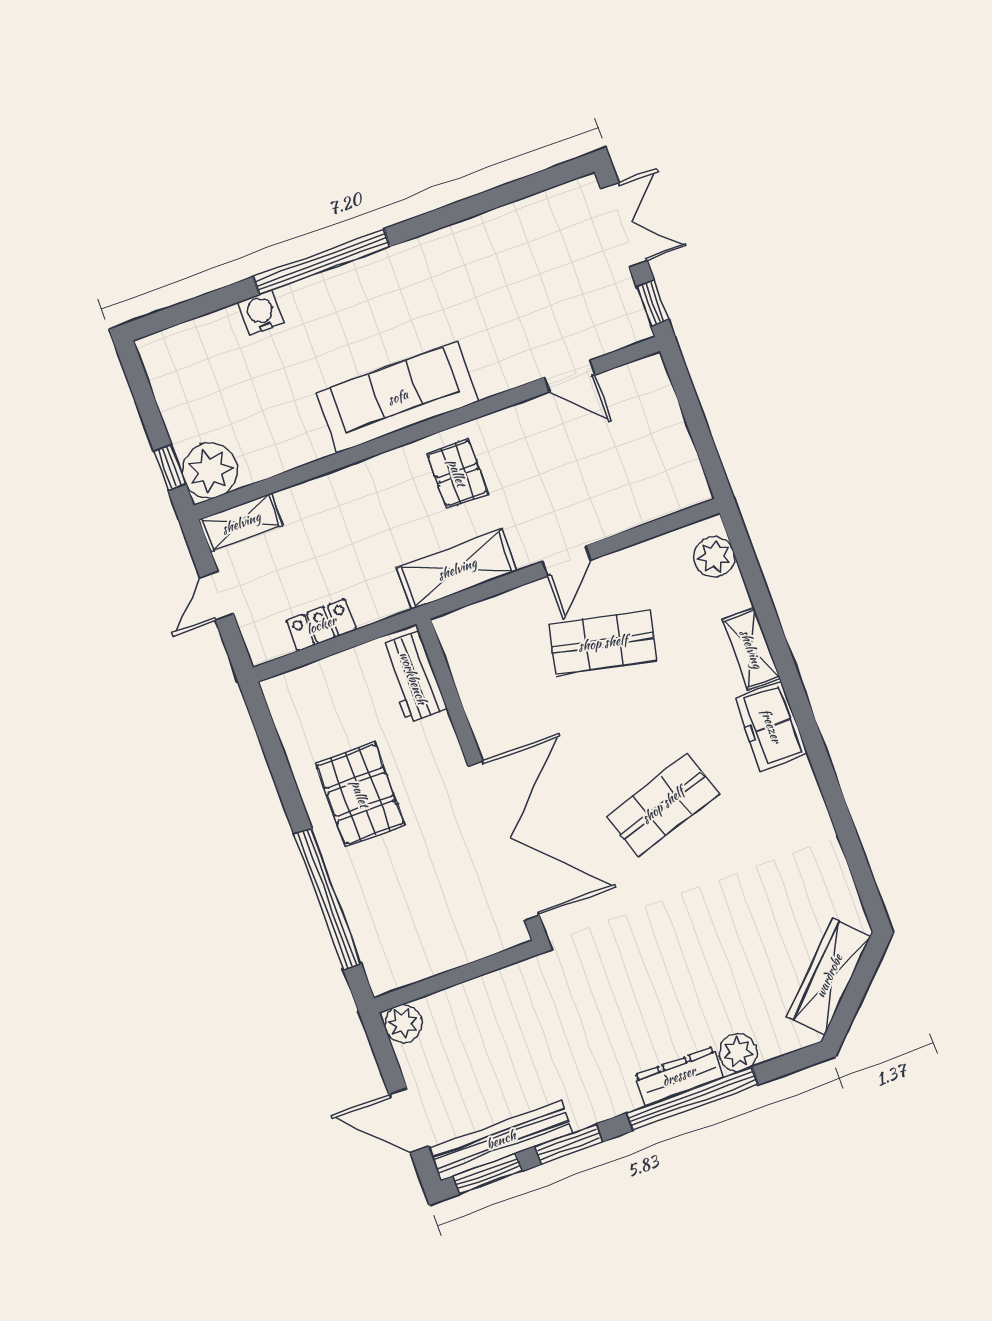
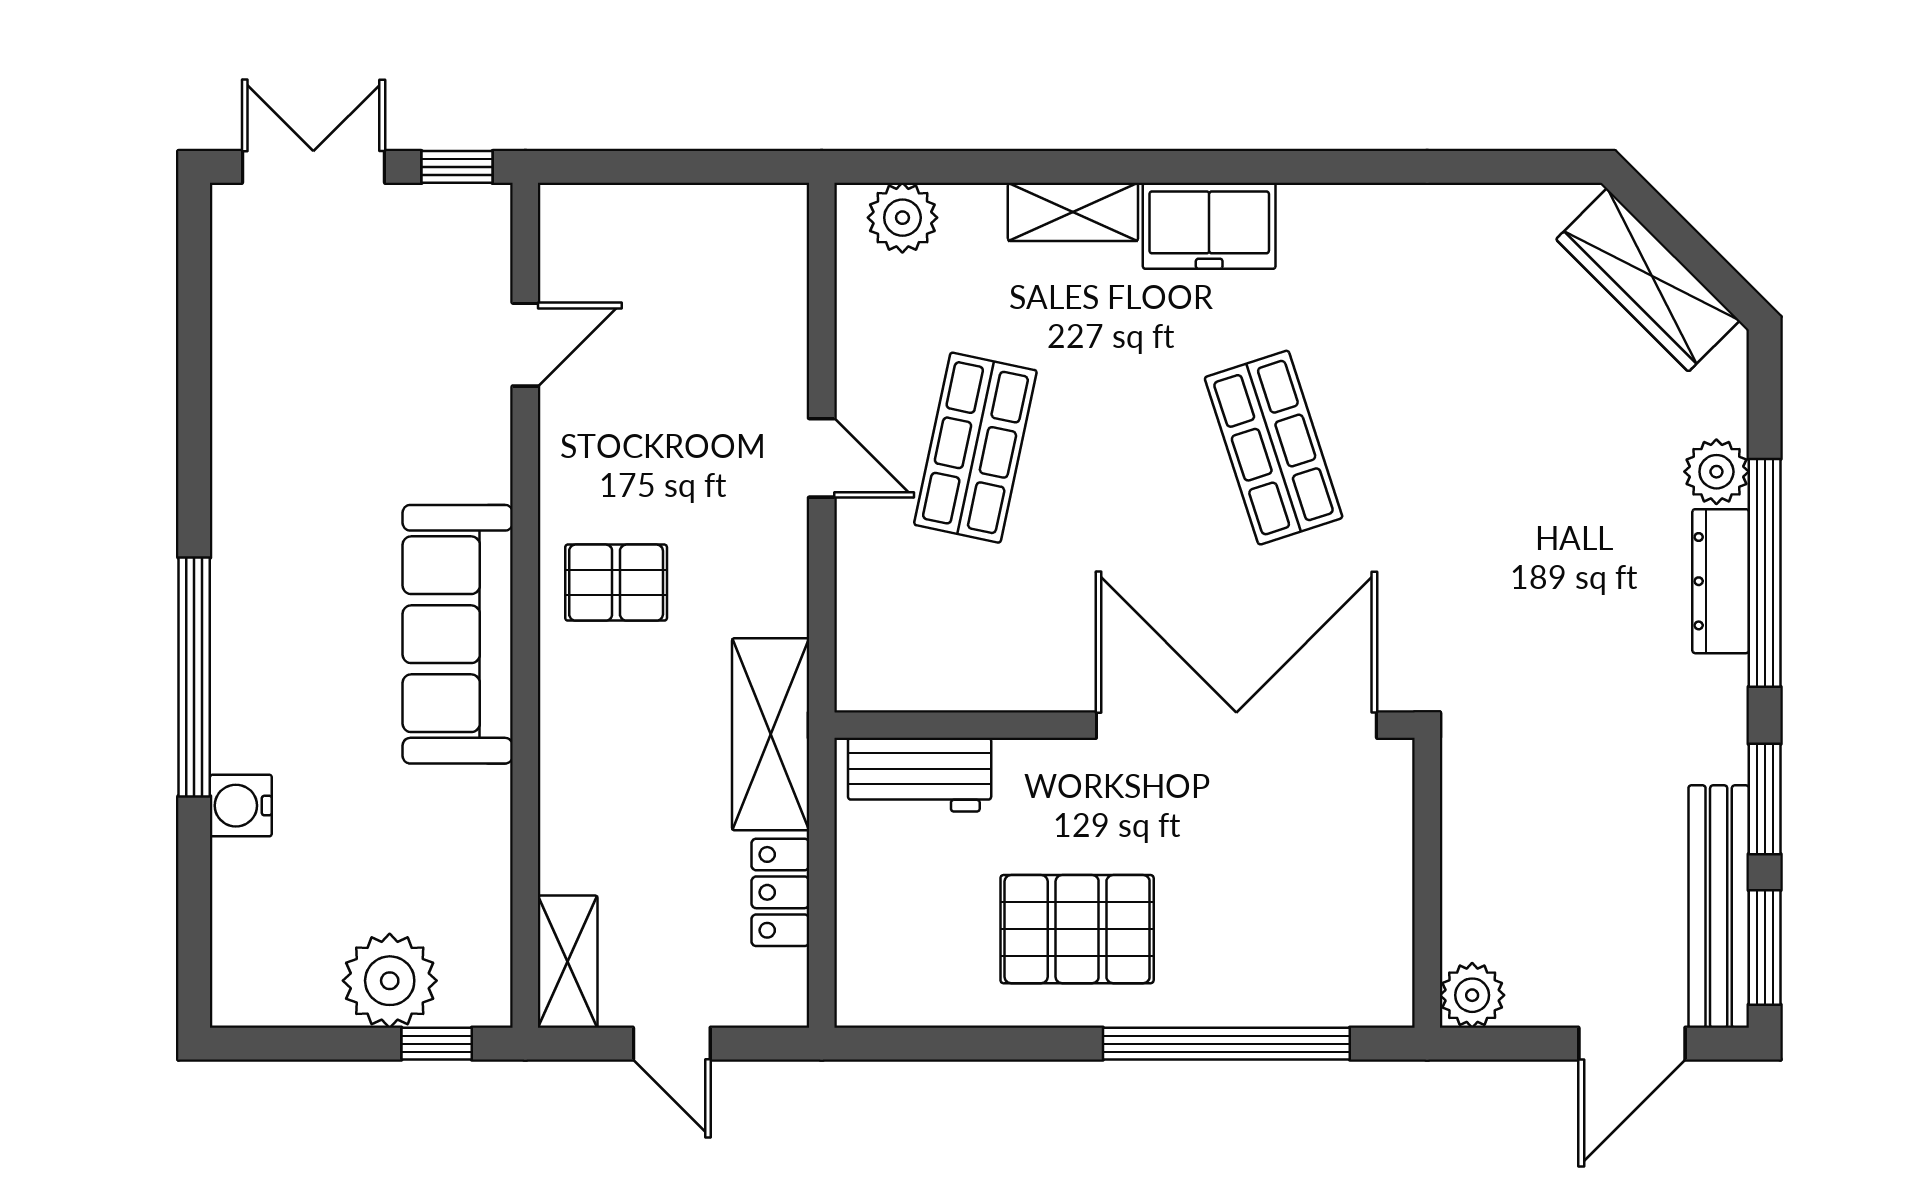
plant: (210, 471) -> (390, 981), moved
shelving: (457, 569) -> (771, 734), moved

